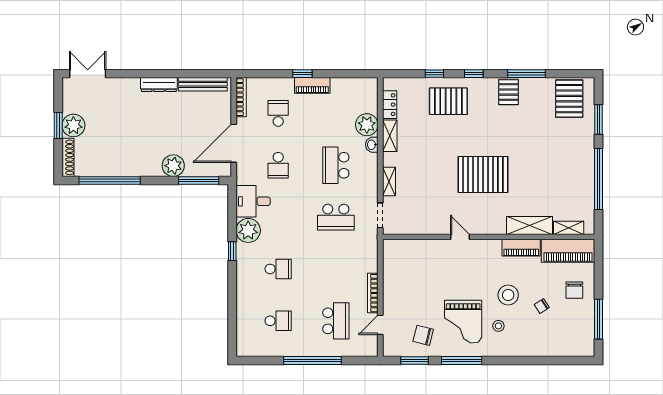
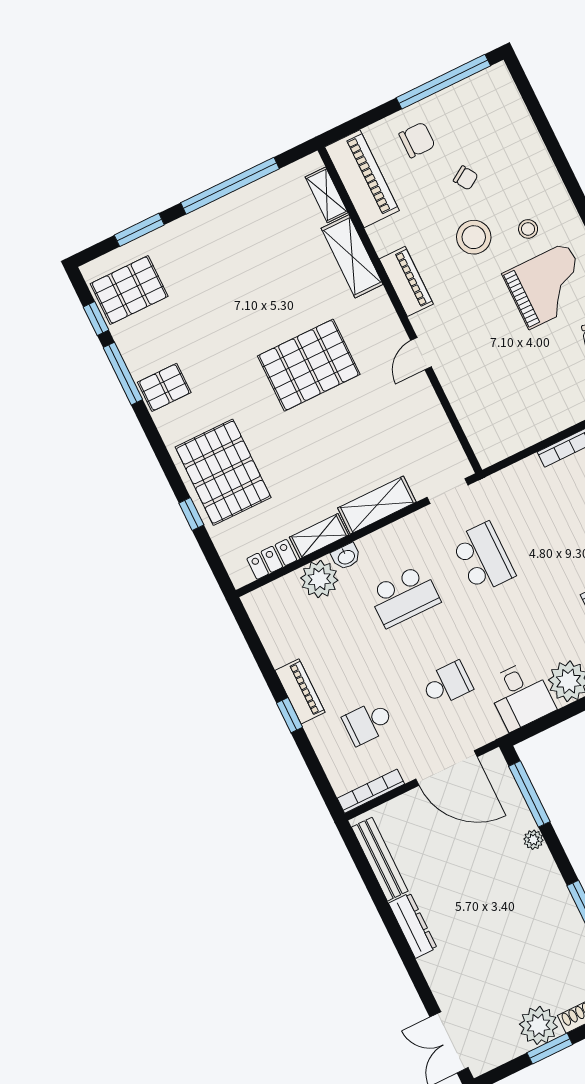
window: (474, 74) -> (96, 319), moved
pallet: (448, 101) -> (223, 472), width x1.37, depth x1.41
plant: (173, 166) -> (533, 840), width x0.53, depth x0.53
pallet: (483, 174) -> (309, 365), turned 90
shelving: (389, 182) -> (377, 505), width x1.50, depth x1.33
piano: (521, 248) -> (406, 281), moved
window: (598, 319) -> (443, 82), width x1.46

